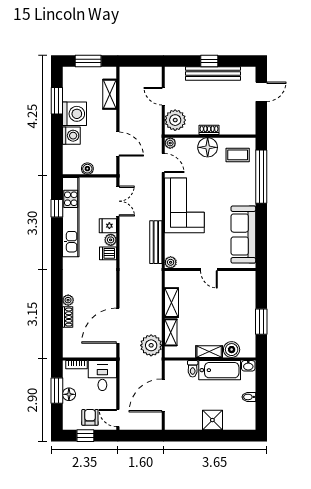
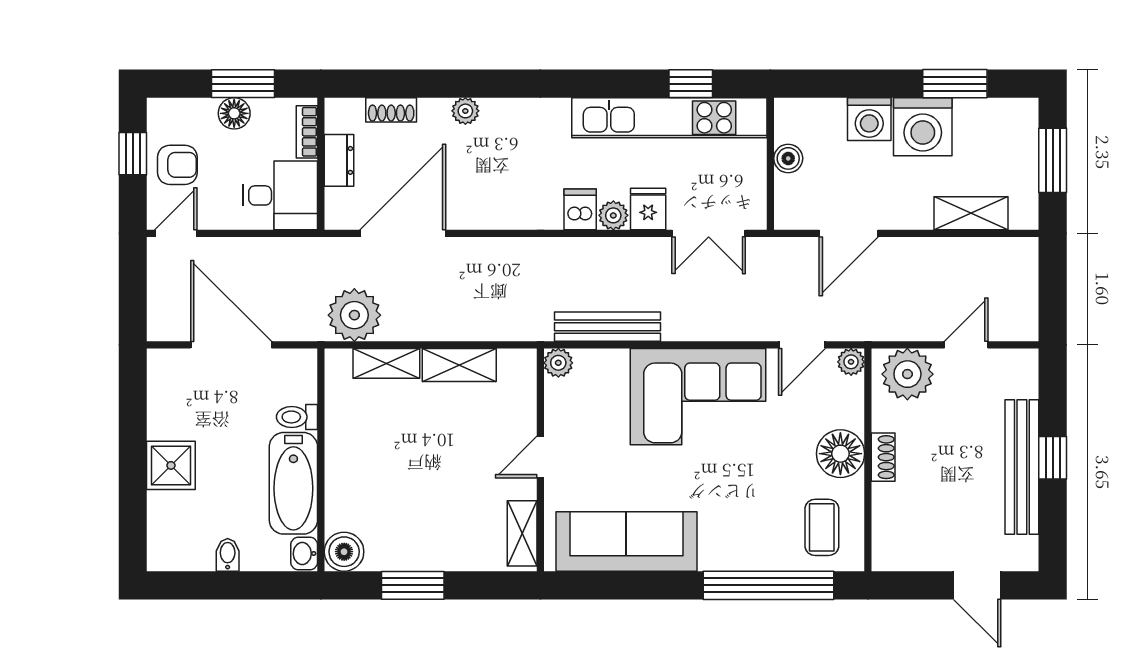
shoe rack: (68, 317) -> (391, 110), moved
door: (118, 326) -> (403, 233), hinge flipped
boiler: (232, 350) -> (344, 552), moved
dresser: (88, 352) -> (339, 160), added
shelving: (209, 352) -> (522, 533), moved

